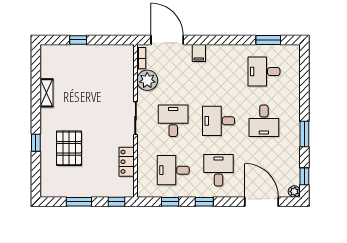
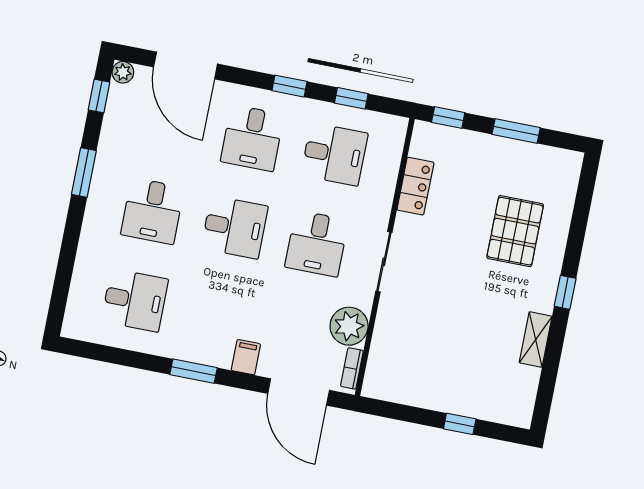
window: (268, 40) -> (193, 371), moved
desk: (264, 121) -> (152, 211), turned 180
window: (36, 143) -> (565, 292), moved

